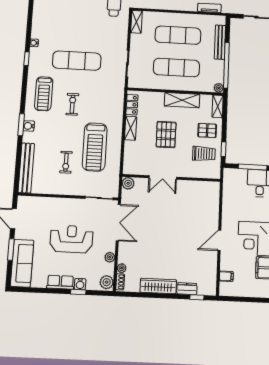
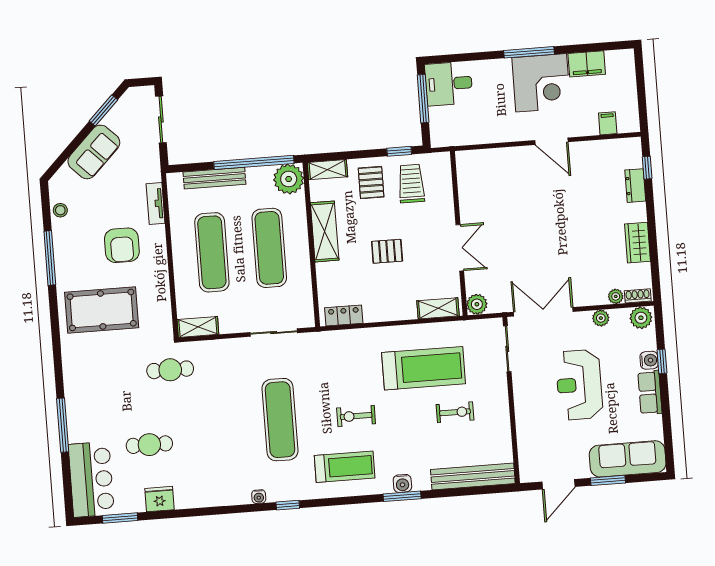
plant: (219, 88) -> (289, 179), width x1.87, depth x1.87
shelving: (131, 128) -> (438, 308), moved
pallet: (166, 135) -> (387, 251), width x0.67, depth x0.71
wardrobe: (158, 286) -> (637, 243), width x0.67

